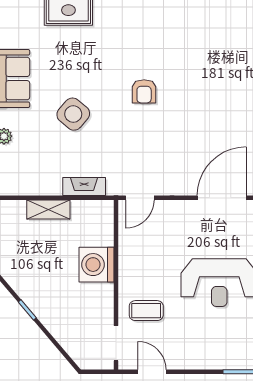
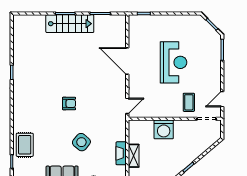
fireplace: (84, 187) -> (121, 153), moved
door: (140, 198) -> (127, 106), hinge flipped

